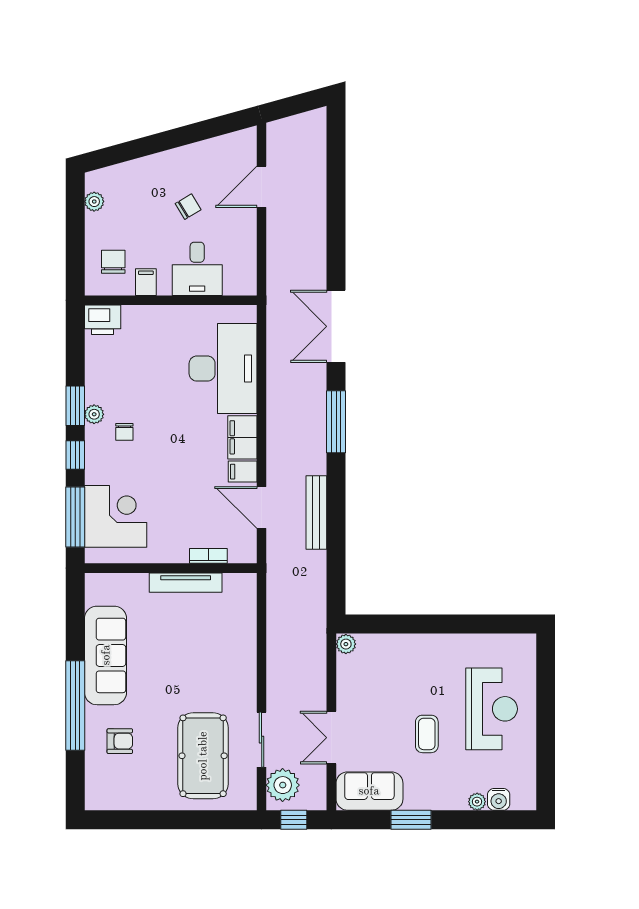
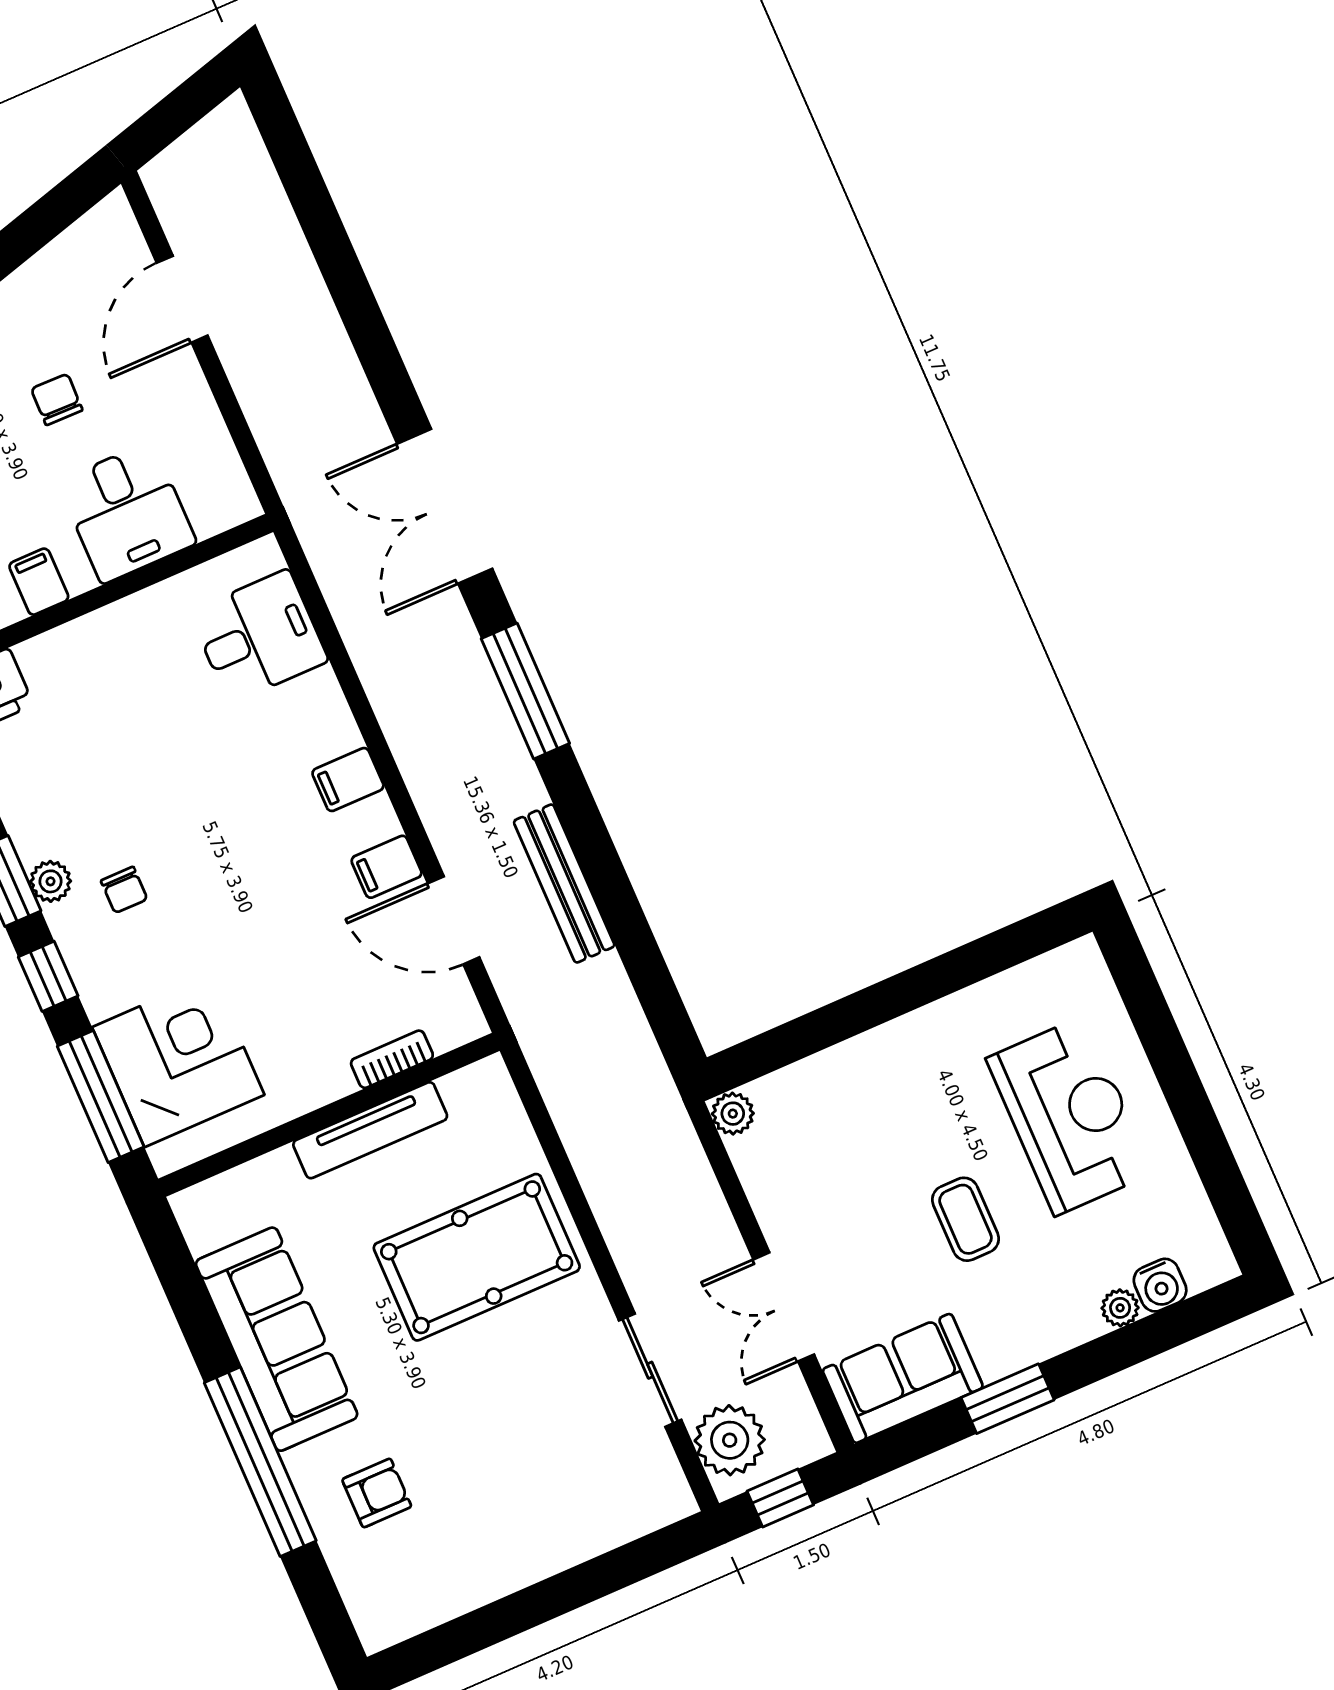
chair: (188, 207) -> (57, 399), turned -58
desk: (223, 369) -> (259, 636), width x0.53, depth x0.77
filing cabinet: (242, 437) -> (348, 780), width x0.50
pool table: (203, 756) -> (477, 1257), moved, turned 90

